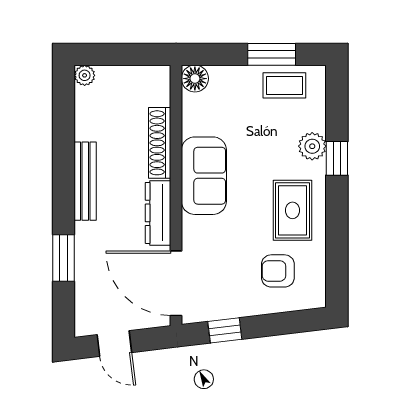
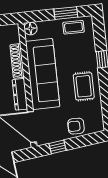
plant: (312, 146) -> (90, 55), removed
sofa: (204, 176) -> (43, 74), width x1.85, depth x1.27
armchair: (278, 271) -> (76, 126), moved

